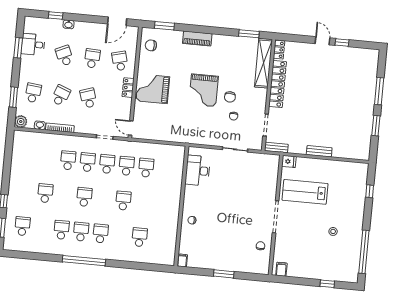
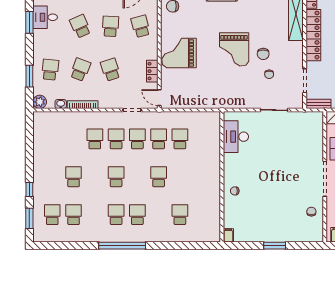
locker: (128, 88) -> (152, 71), moved
school desk: (62, 230) -> (74, 215), moved

